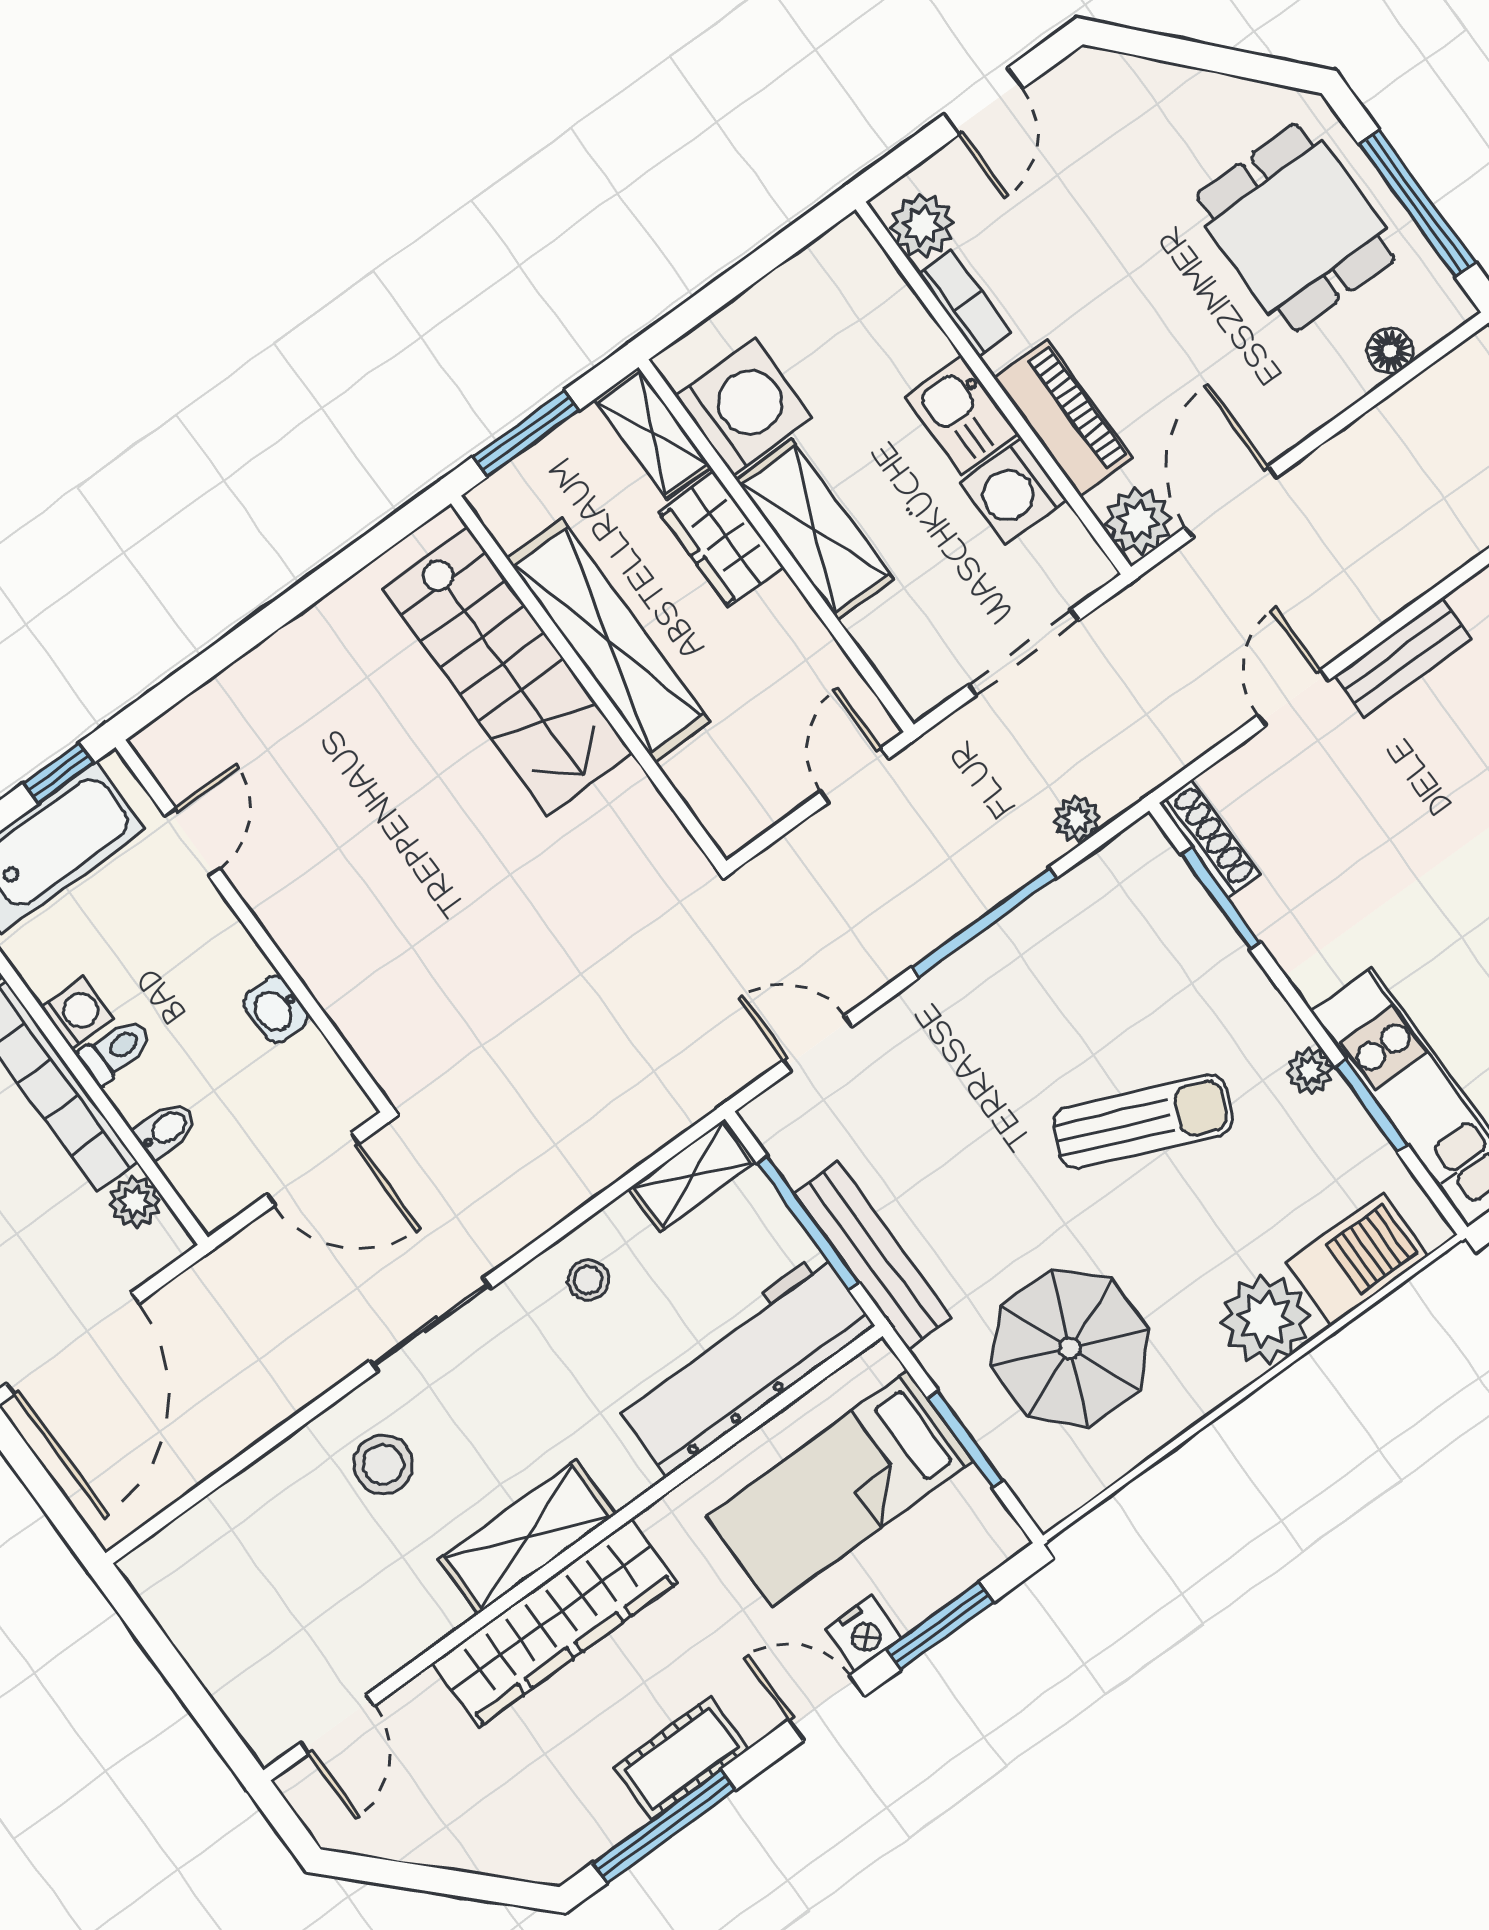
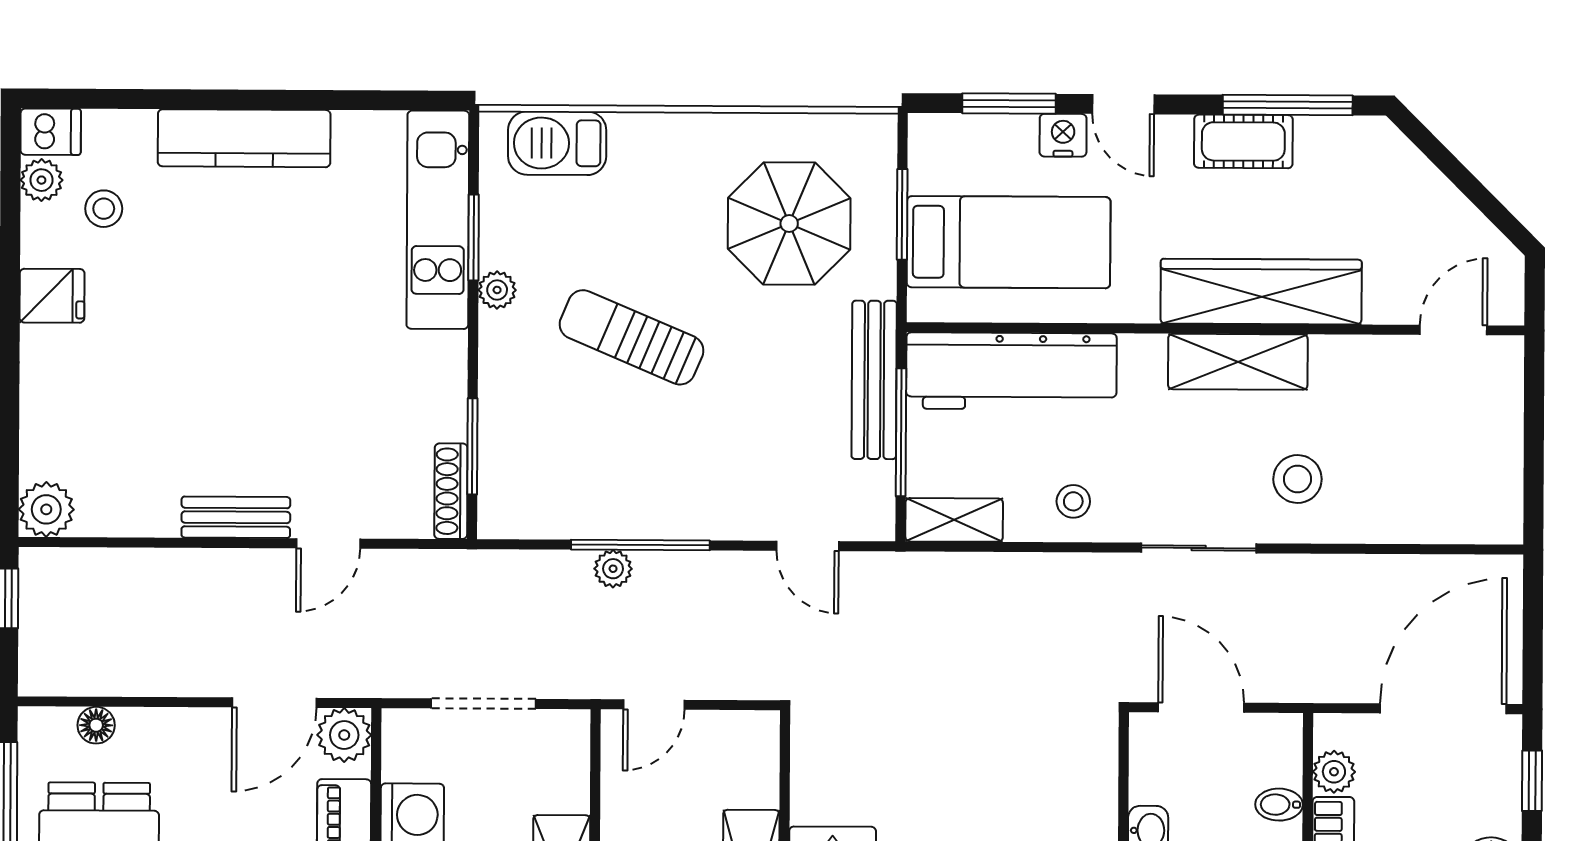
plant: (1077, 819) -> (613, 569), moved
plant: (1265, 1319) -> (647, 148), removed

